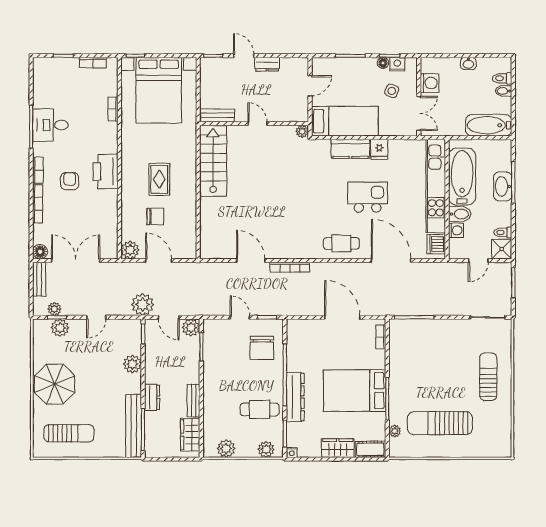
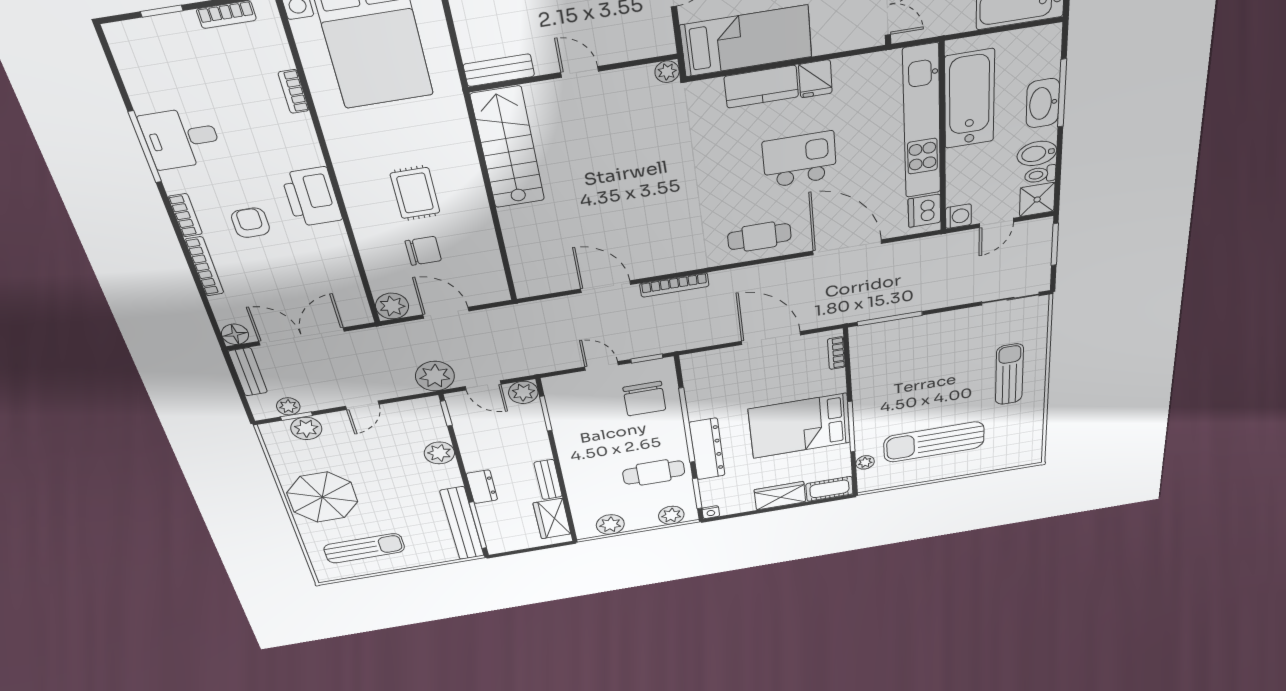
bidet: (460, 214) -> (1037, 153), moved, turned 180
washing machine: (456, 230) -> (958, 216), moved

